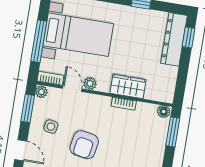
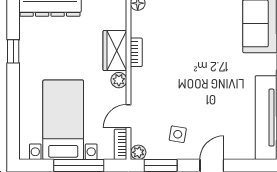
plant: (90, 83) -> (119, 80), moved
armchair: (84, 145) -> (193, 91), removed

